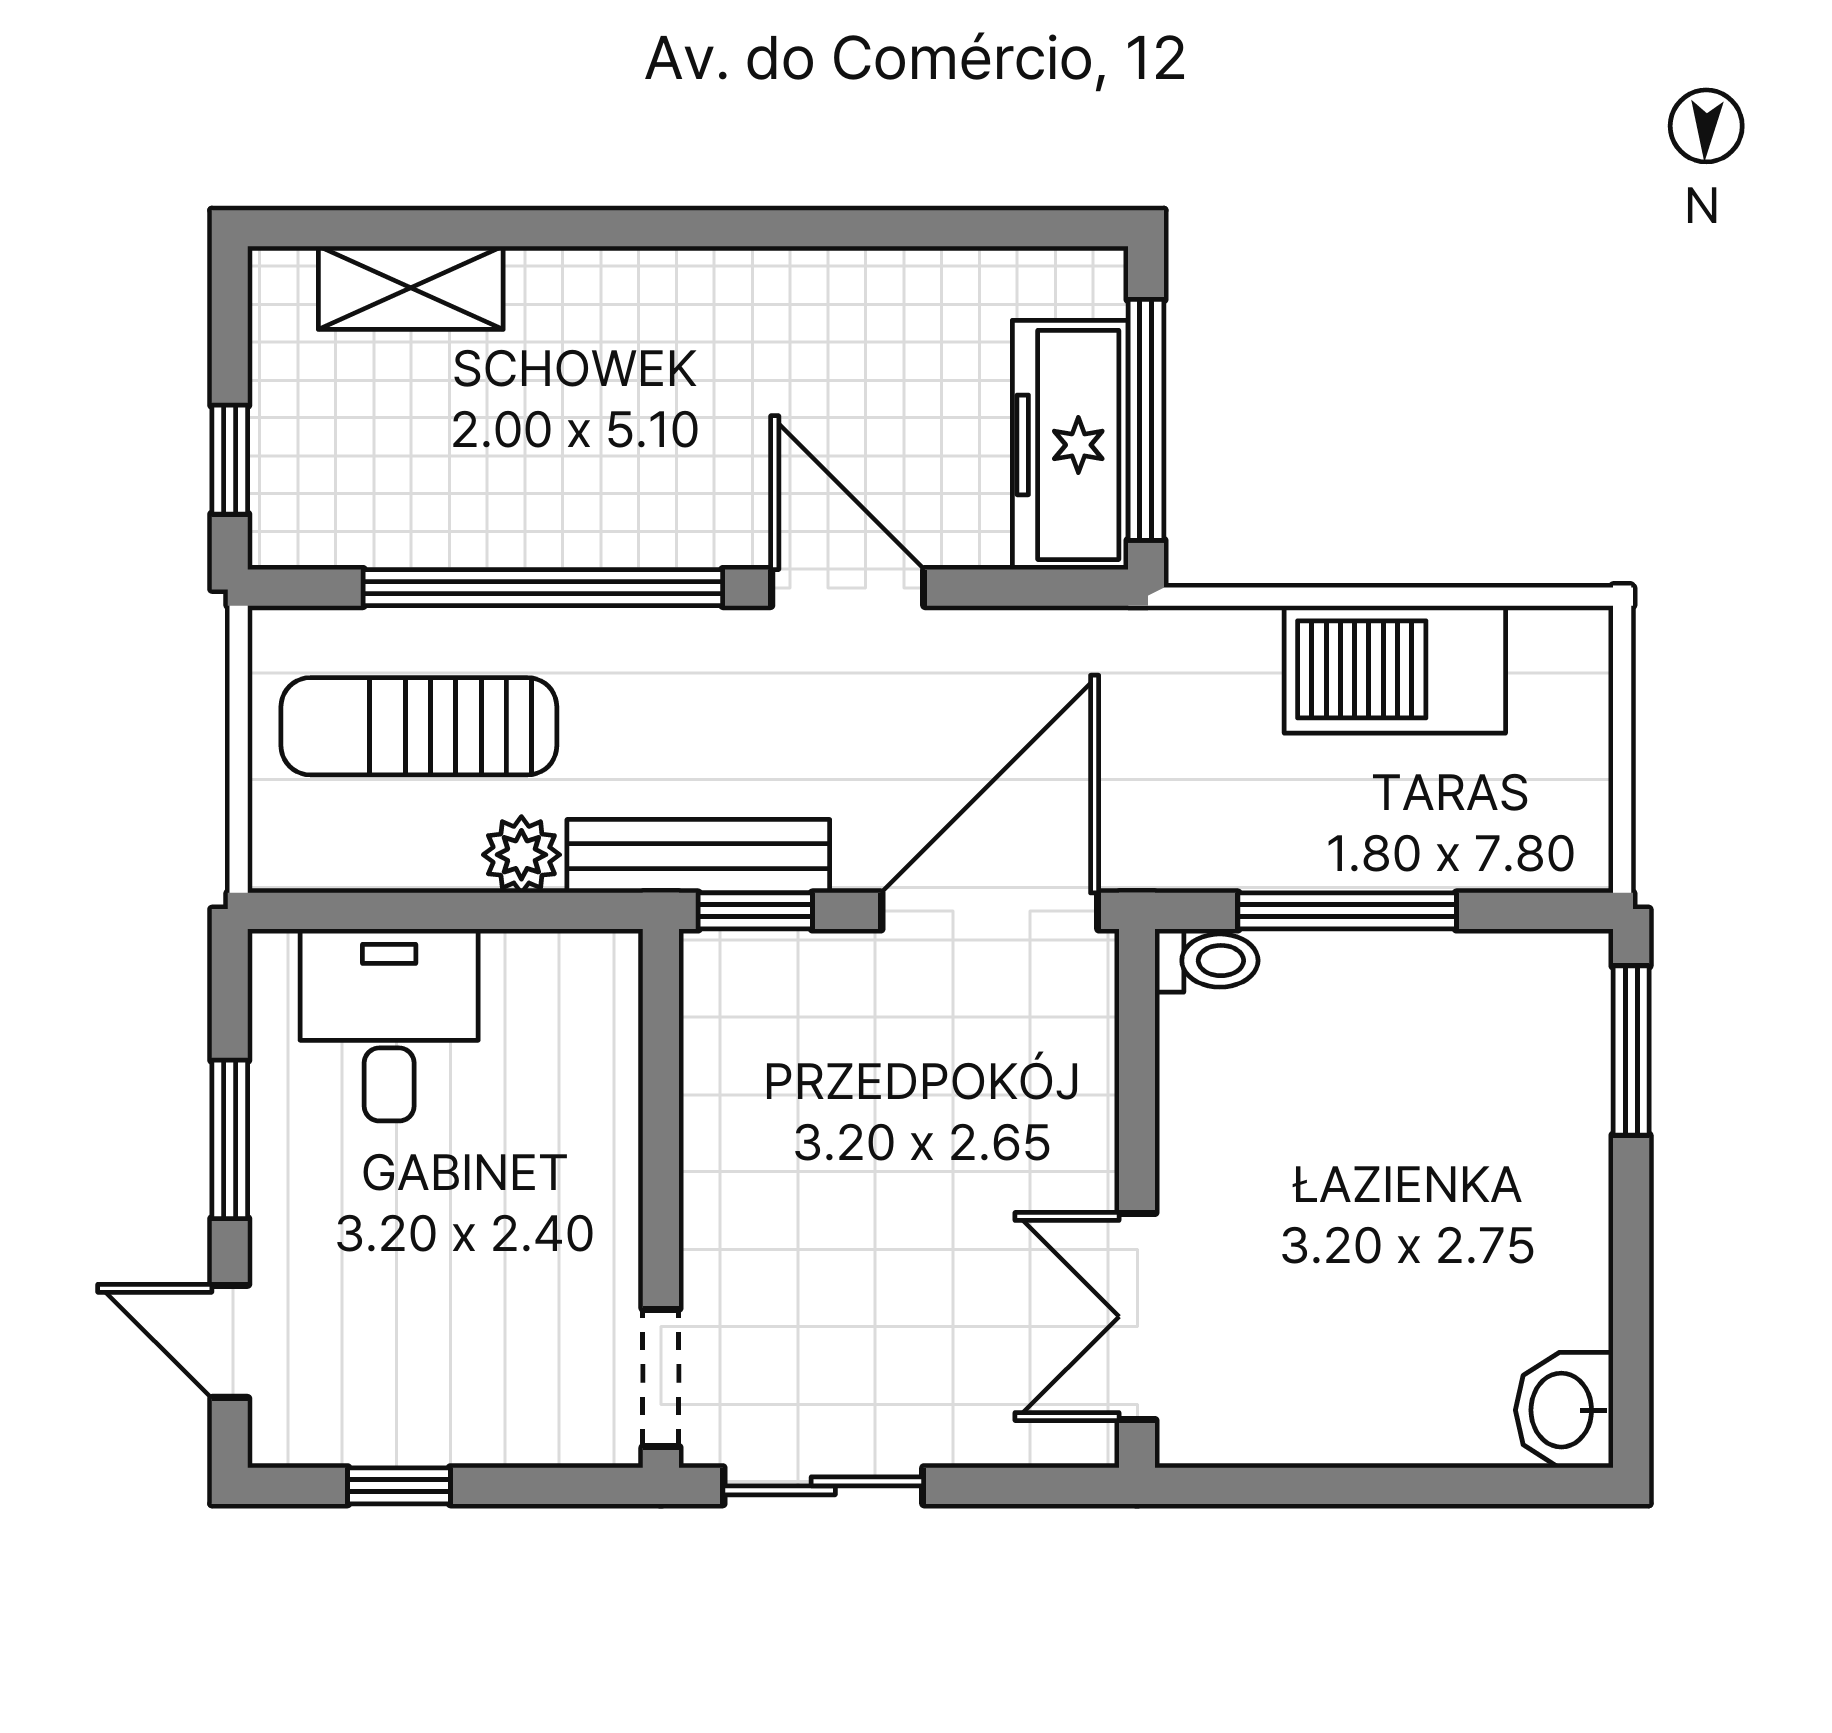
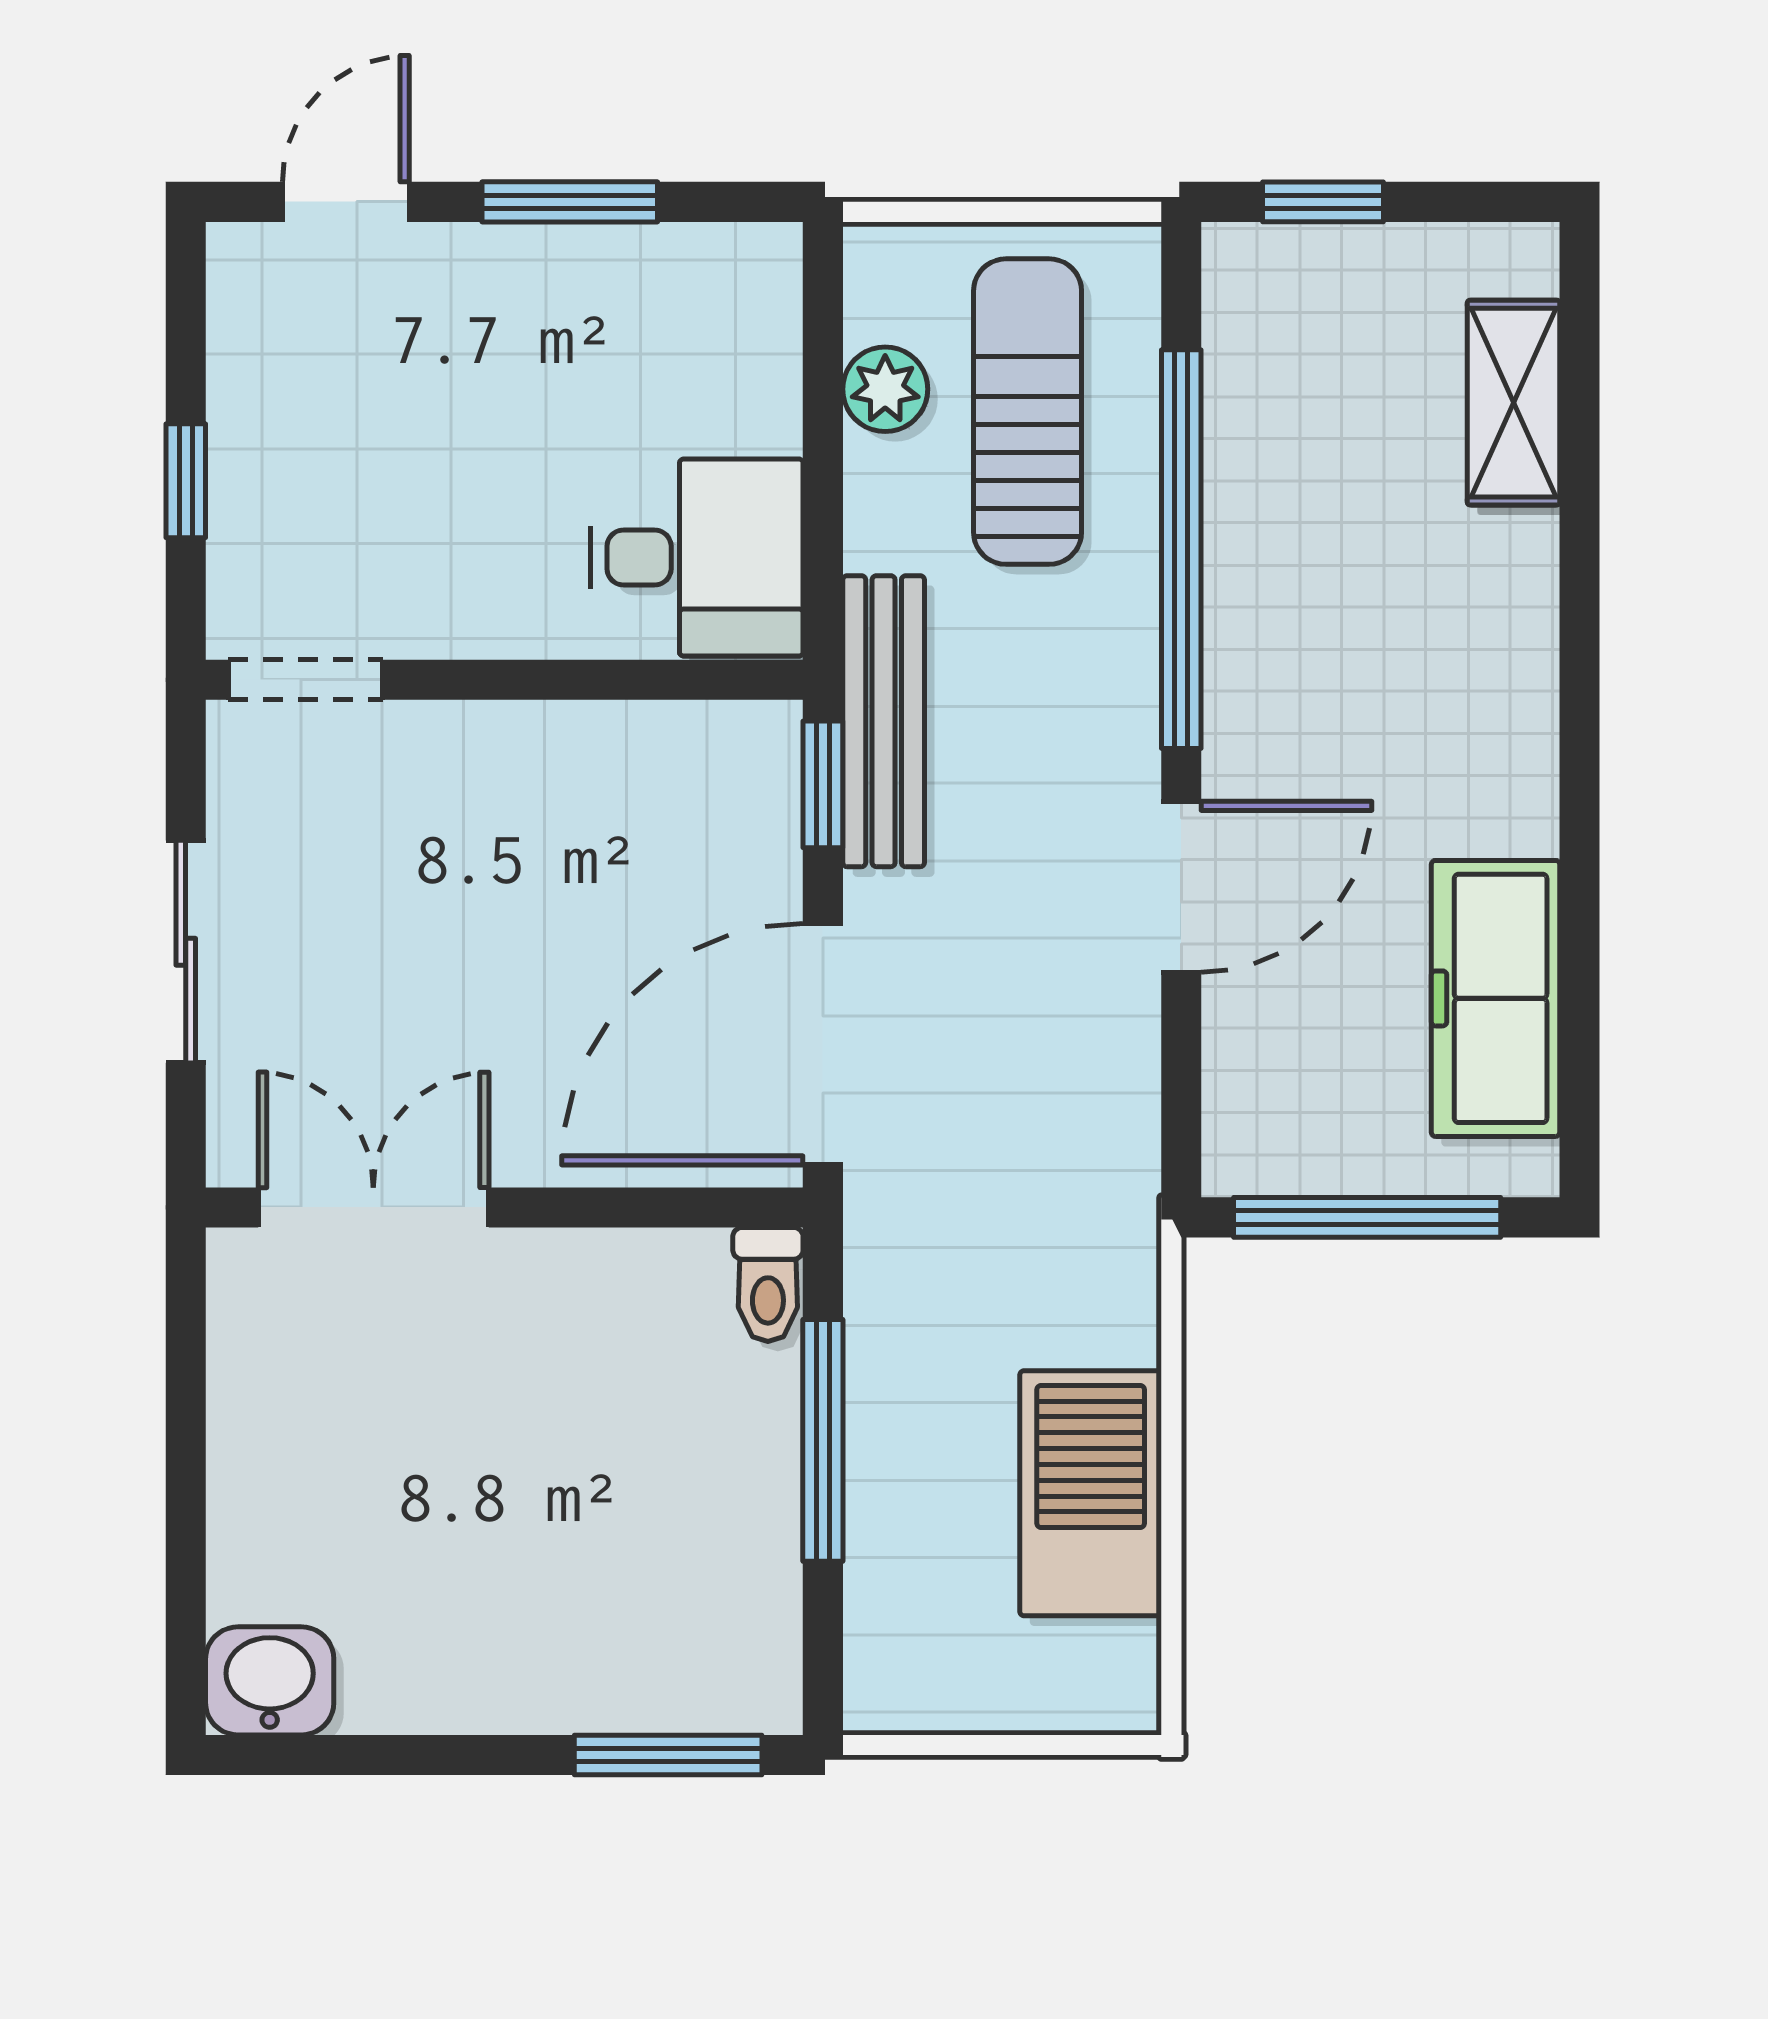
freezer: (1070, 445) -> (1495, 998), moved, turned -90
plant: (521, 855) -> (885, 389), moved
door: (990, 911) -> (823, 1044), swing flipped
desk: (389, 1025) -> (697, 558), moved
window: (399, 1486) -> (186, 481), moved
sliding door: (823, 1486) -> (186, 952), moved

